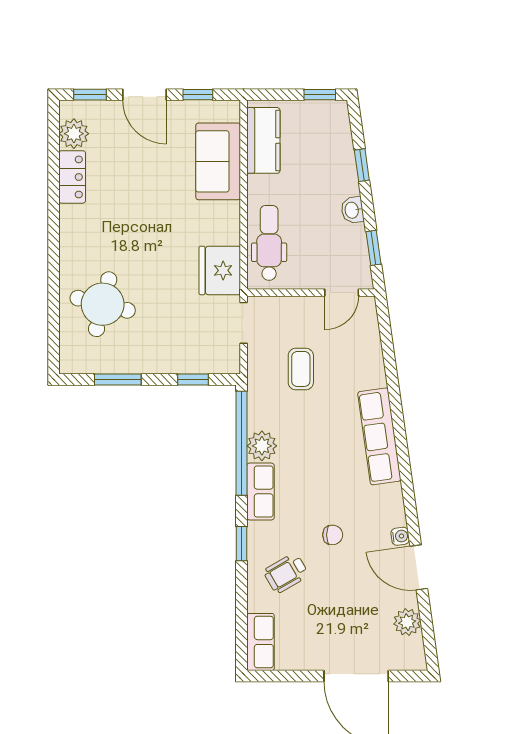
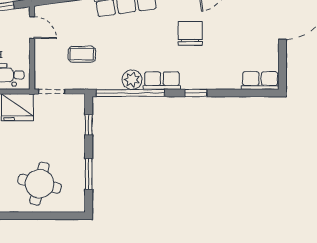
chair: (333, 535) -> (190, 33), width x1.87, depth x1.87
wheelchair: (286, 573) -> (215, 64), removed

